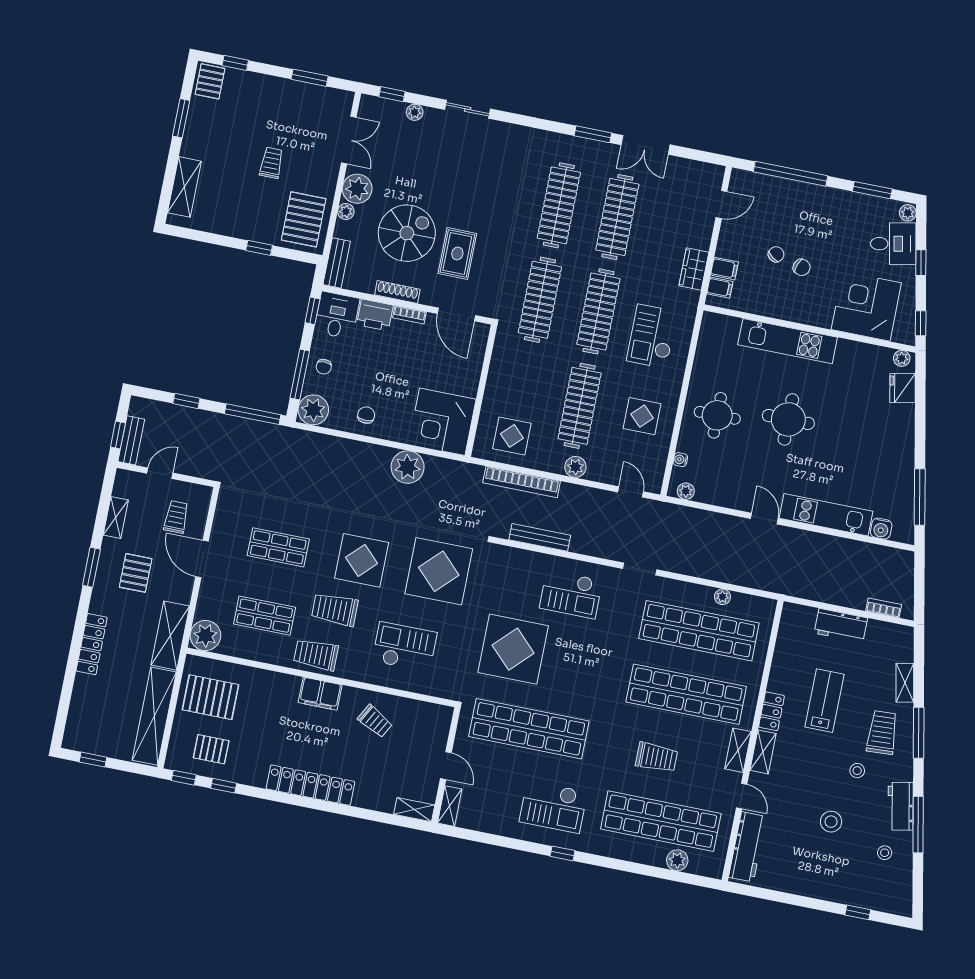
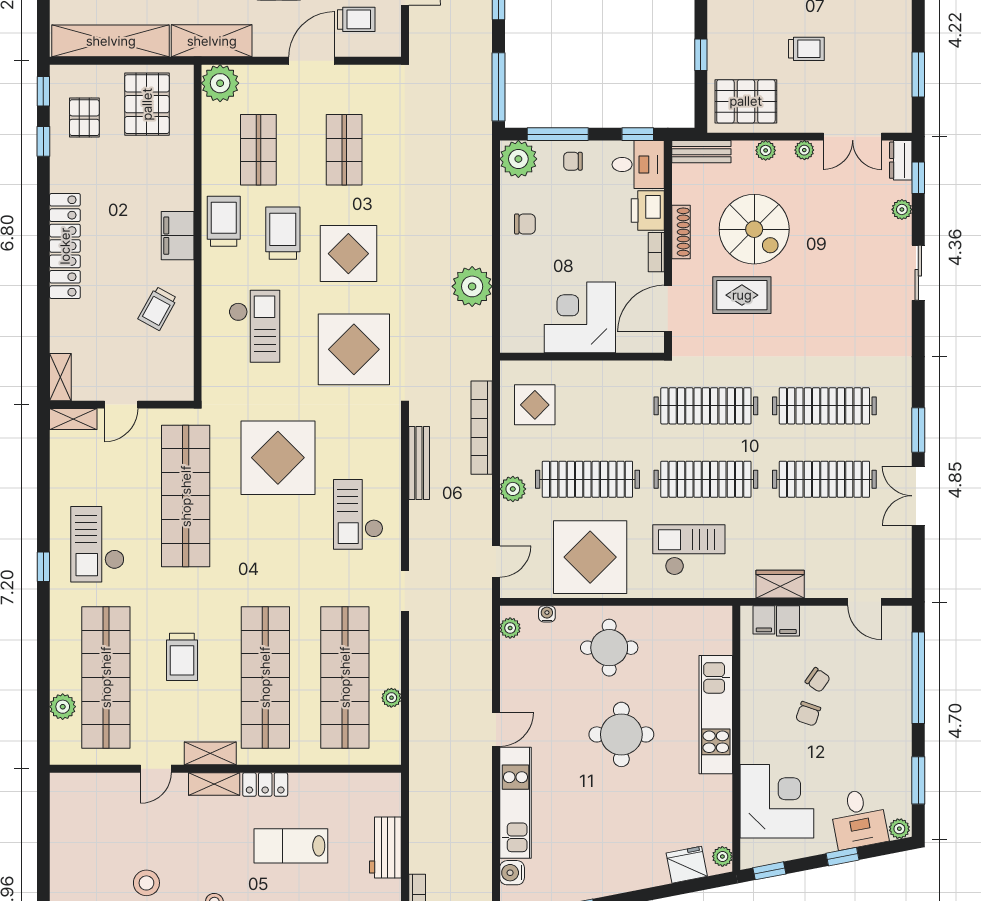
dresser: (375, 105) -> (901, 160), added
plant: (357, 189) -> (804, 150), width x0.53, depth x0.53
display table: (642, 416) -> (590, 557), width x1.86, depth x1.86
corner desk: (442, 422) -> (580, 317), moved
lab bench: (824, 701) -> (291, 846), turned 180
workbench: (747, 847) -> (96, 788), removed

